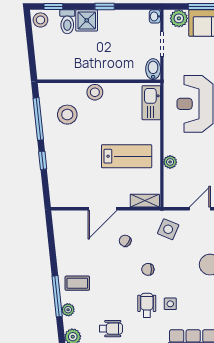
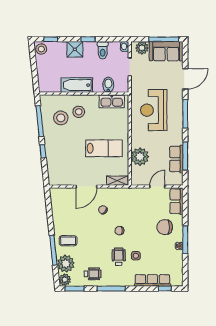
toilet: (67, 22) -> (103, 50), moved
bathtub: (89, 69) -> (77, 85), added
bidet: (153, 69) -> (108, 85), moved
stool: (95, 92) -> (79, 112), moved
kitchen sink: (151, 103) -> (112, 101), moved, turned -90
plant: (170, 162) -> (140, 157), width x1.87, depth x1.87
side table: (168, 229) -> (134, 201), removed
plant: (68, 310) -> (66, 264), width x1.88, depth x1.88

